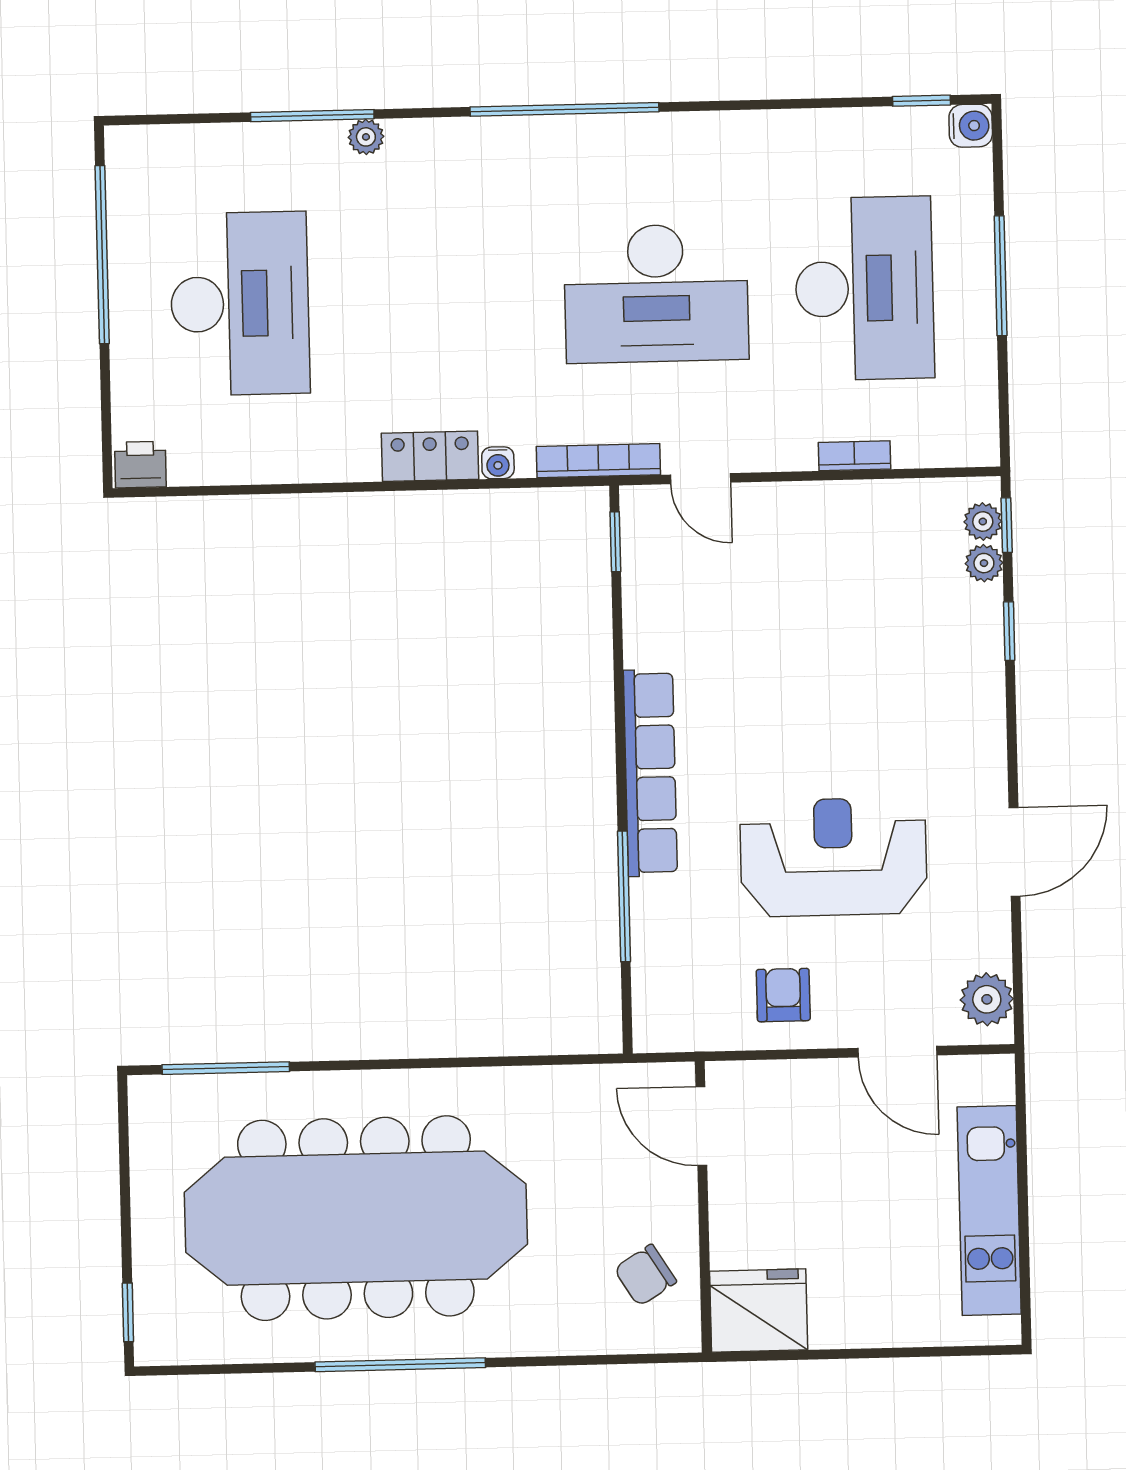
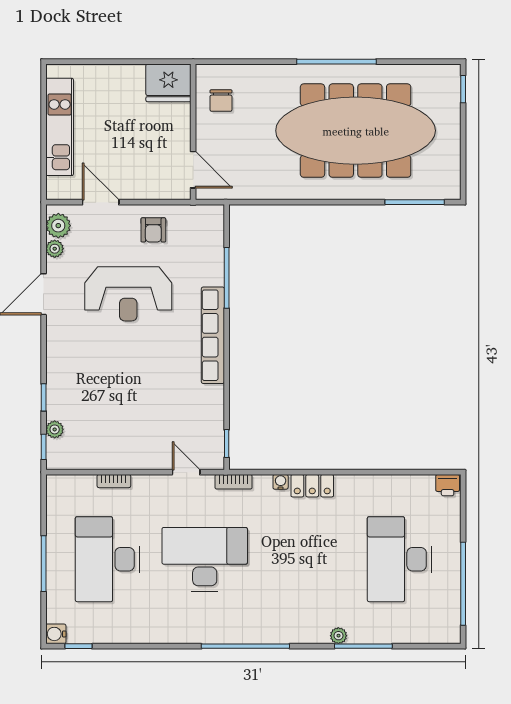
bookcase: (598, 461) -> (234, 482), width x0.64
plant: (983, 522) -> (55, 249), moved
chair: (645, 1275) -> (221, 101), turned 122

